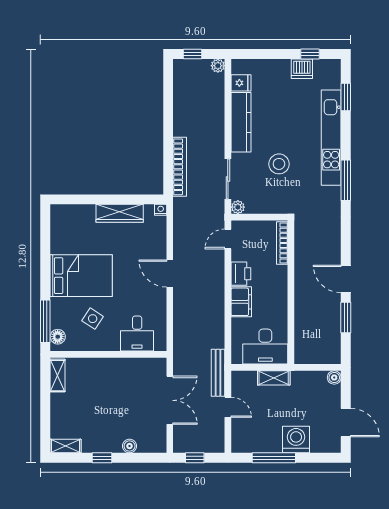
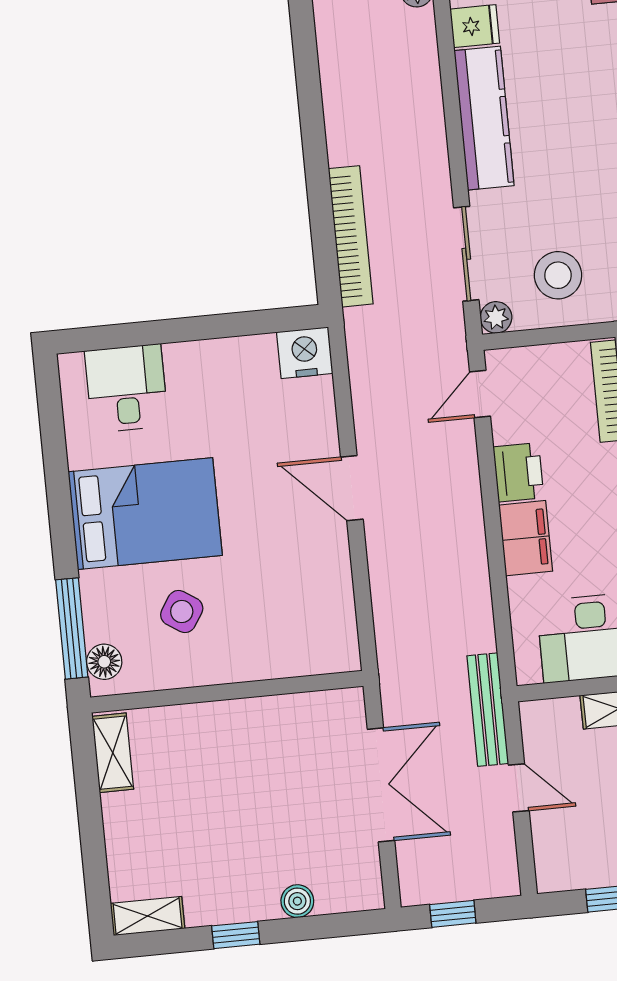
stool: (279, 164) -> (558, 275), moved
nightstand: (161, 210) -> (305, 353), width x1.89, depth x1.79
wardrobe: (120, 213) -> (221, 359), removed
desk: (137, 334) -> (126, 388), moved, turned 180

